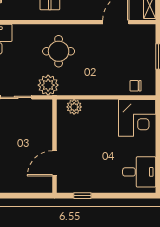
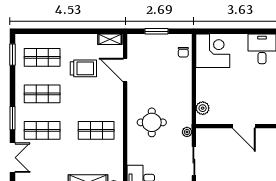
plant: (48, 85) -> (187, 132), width x0.53, depth x0.53
door: (54, 163) -> (244, 126), moved

